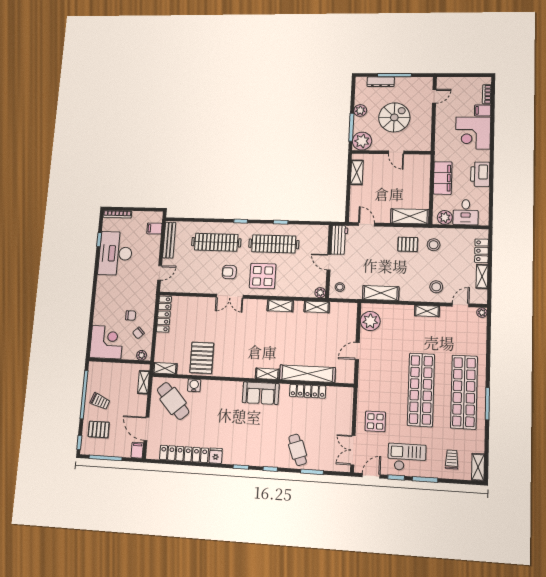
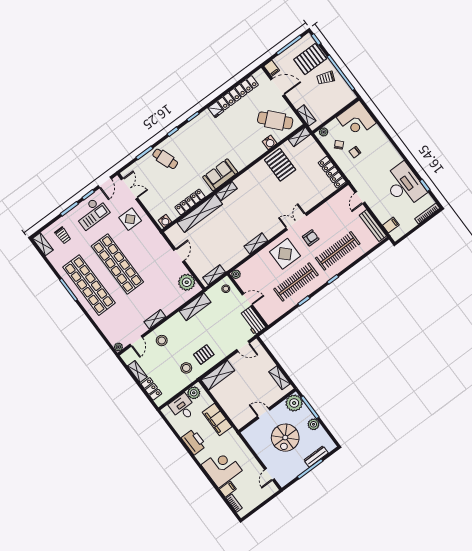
shelving: (317, 307) -> (214, 275), moved
water cooler: (345, 393) -> (165, 221), added
pallet: (99, 429) -> (310, 59), width x1.50, depth x1.42

